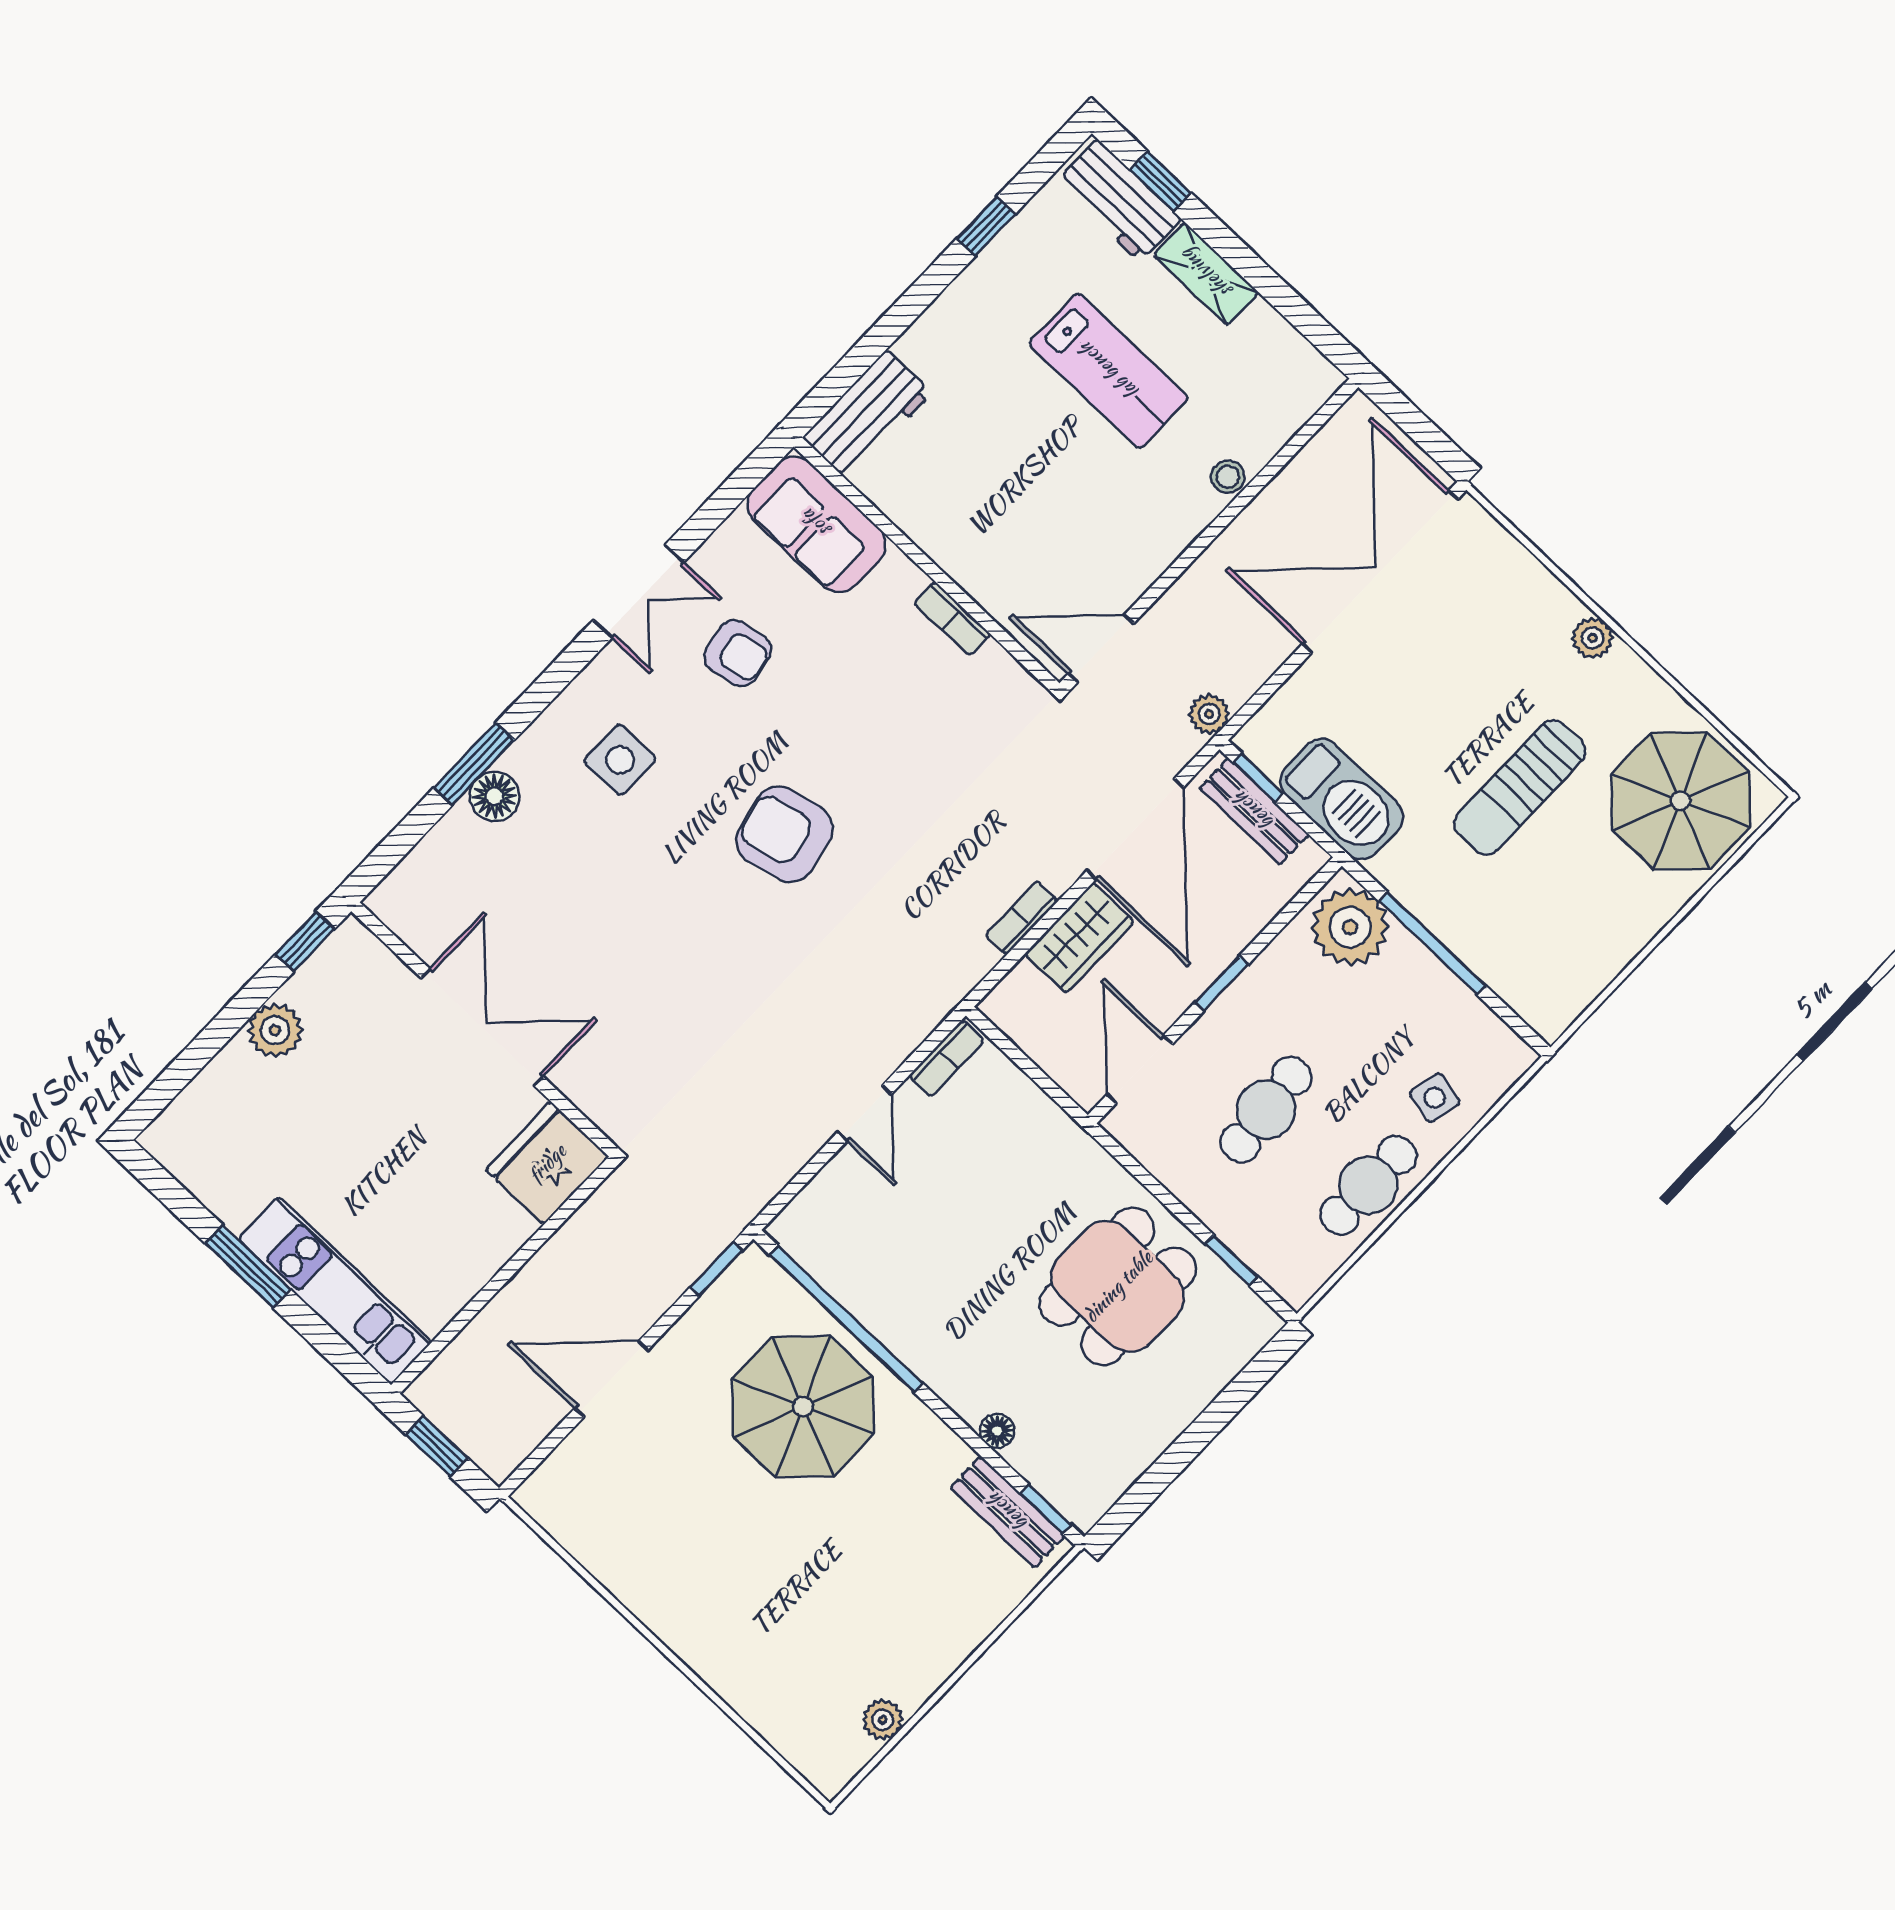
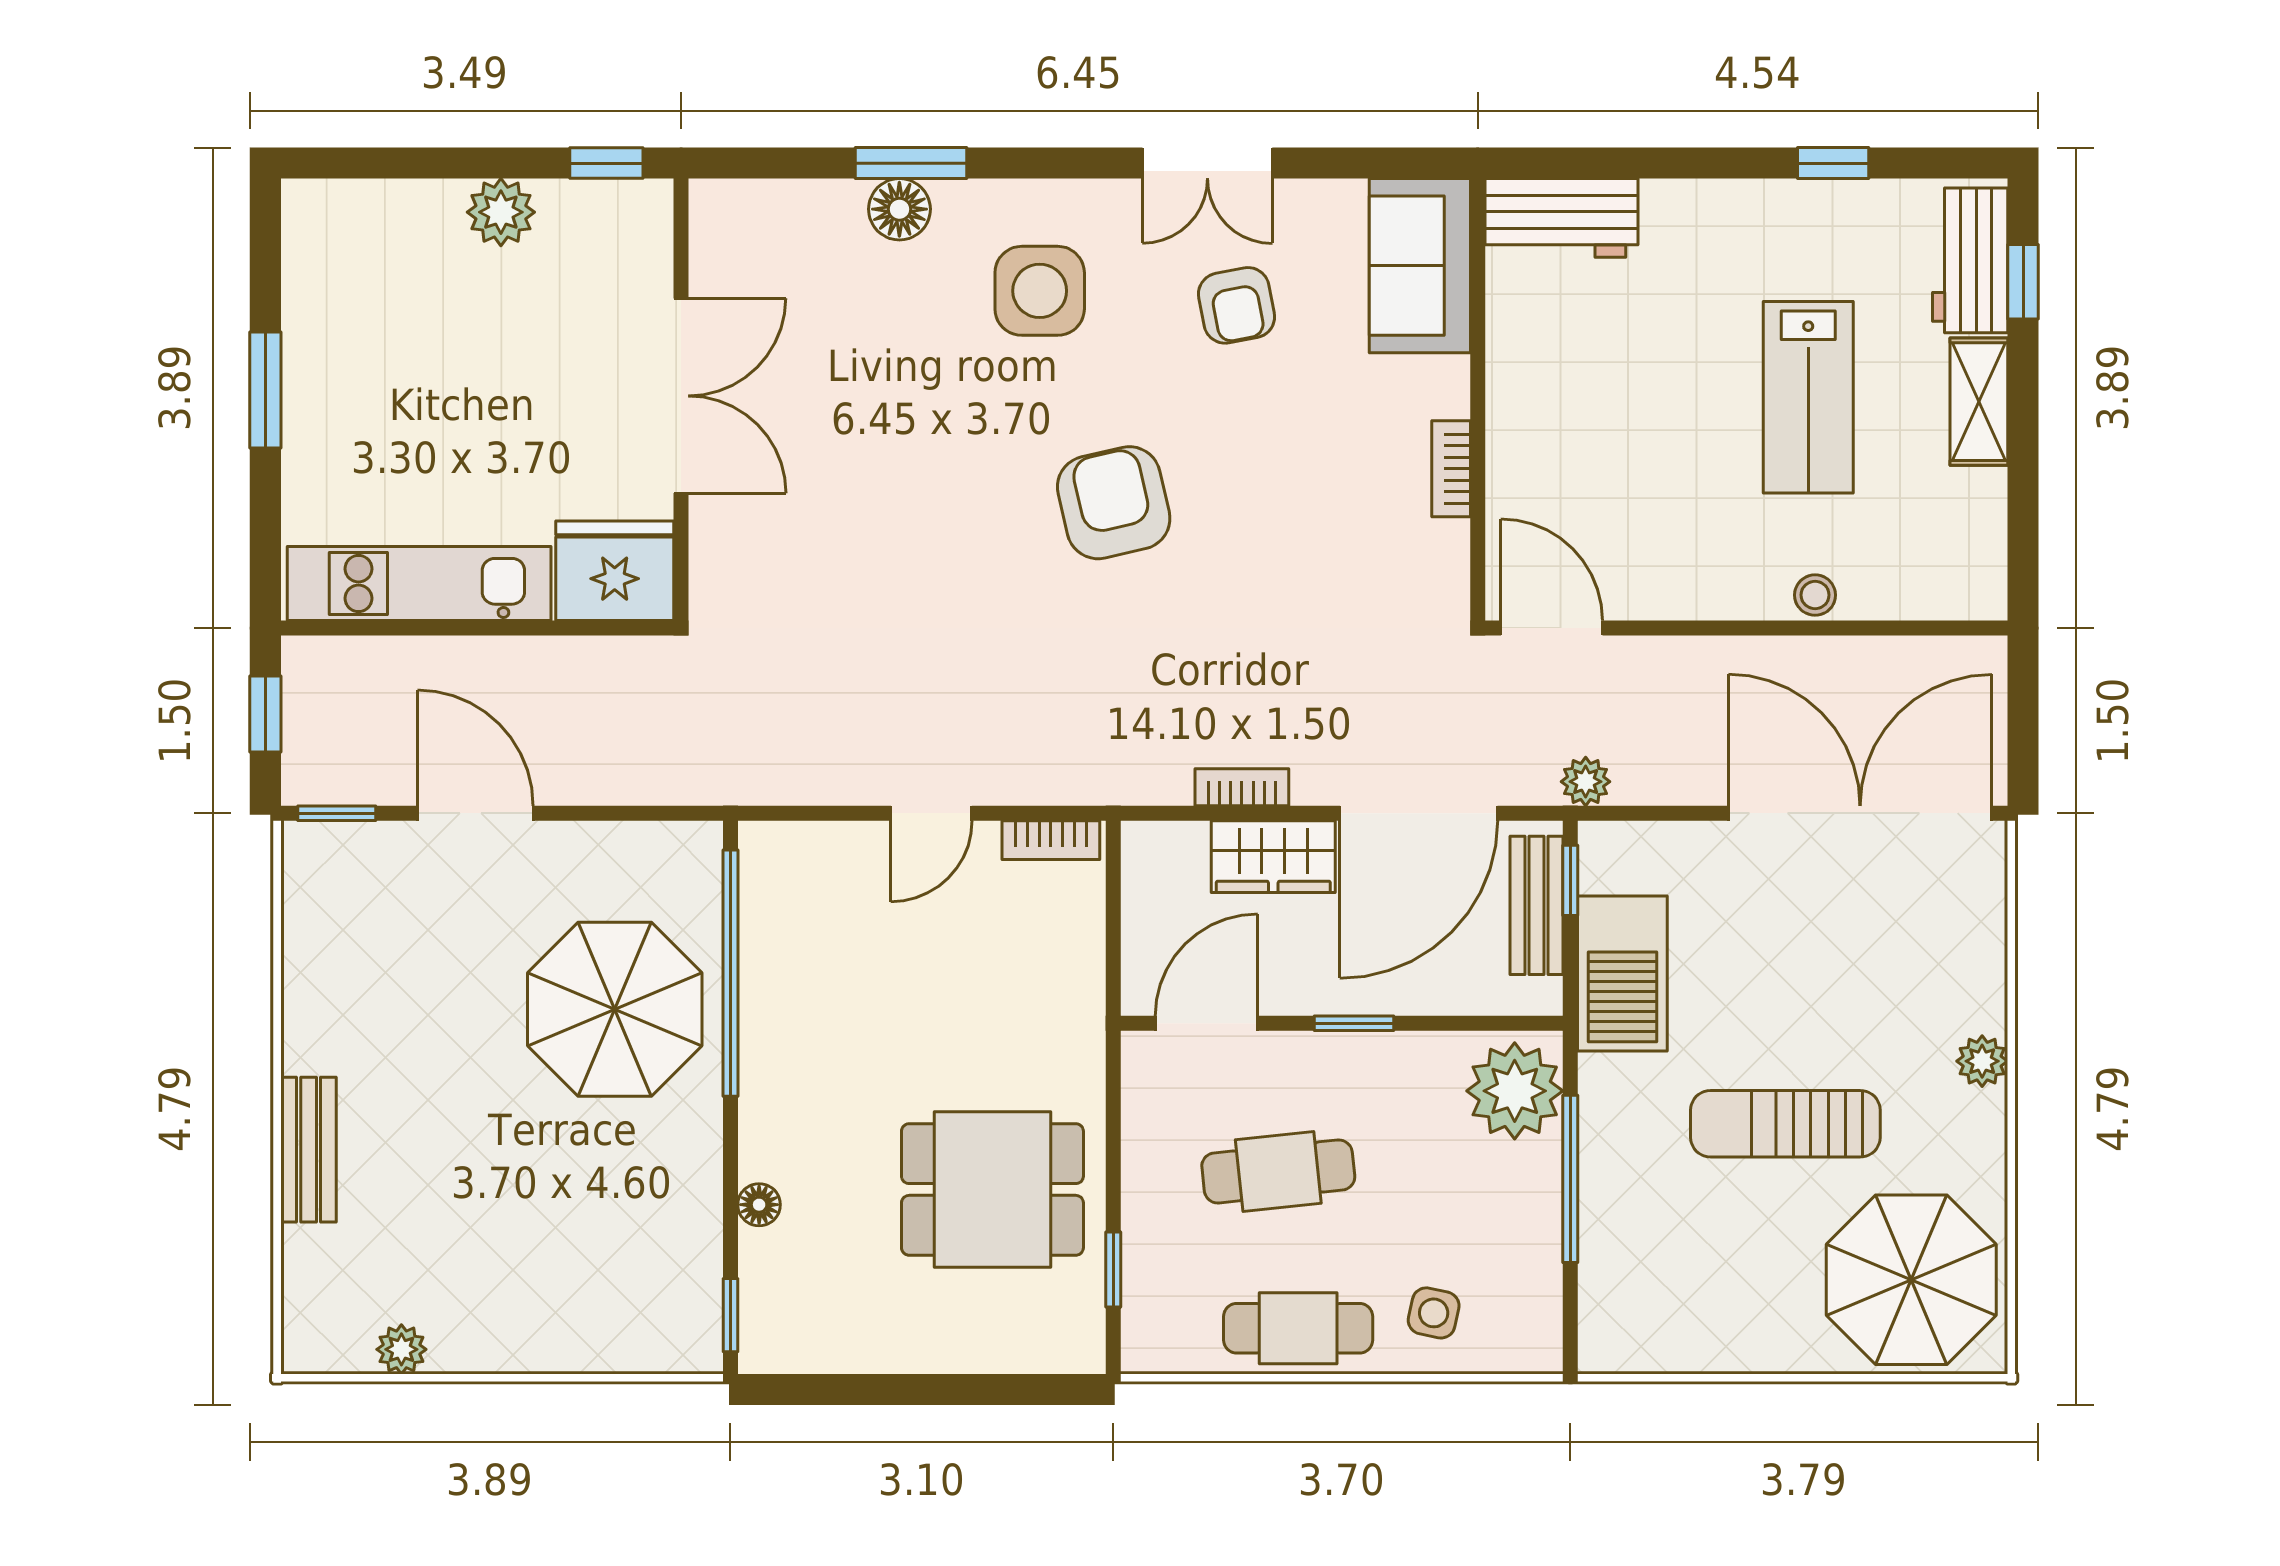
side table: (620, 760) -> (1040, 291), width x1.37, depth x1.37
window: (716, 1269) -> (337, 813), moved
kitchen unit: (335, 1291) -> (419, 584), moved, turned -90
bench: (1008, 1512) -> (309, 1150), moved

